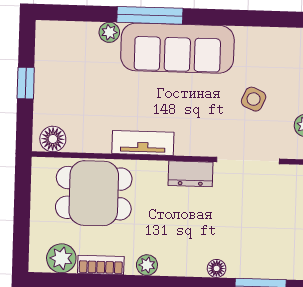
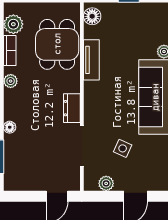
tv unit: (143, 143) -> (91, 60), moved

